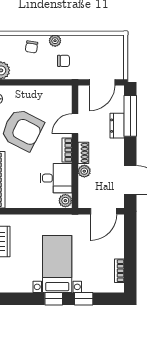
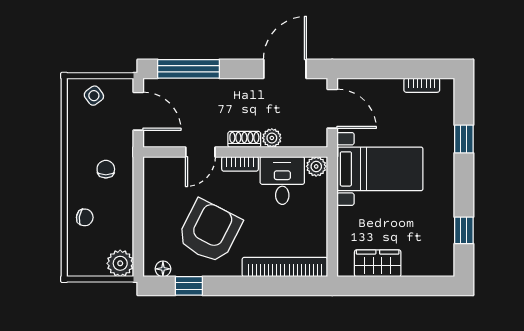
plant: (55, 41) -> (75, 182), removed
side table: (112, 53) -> (94, 96), added
door: (75, 124) -> (200, 152), hinge flipped
dresser: (117, 126) -> (203, 89), removed
bed with nightstands: (57, 264) -> (380, 169), moved, turned 180
window: (54, 299) -> (464, 230), moved

